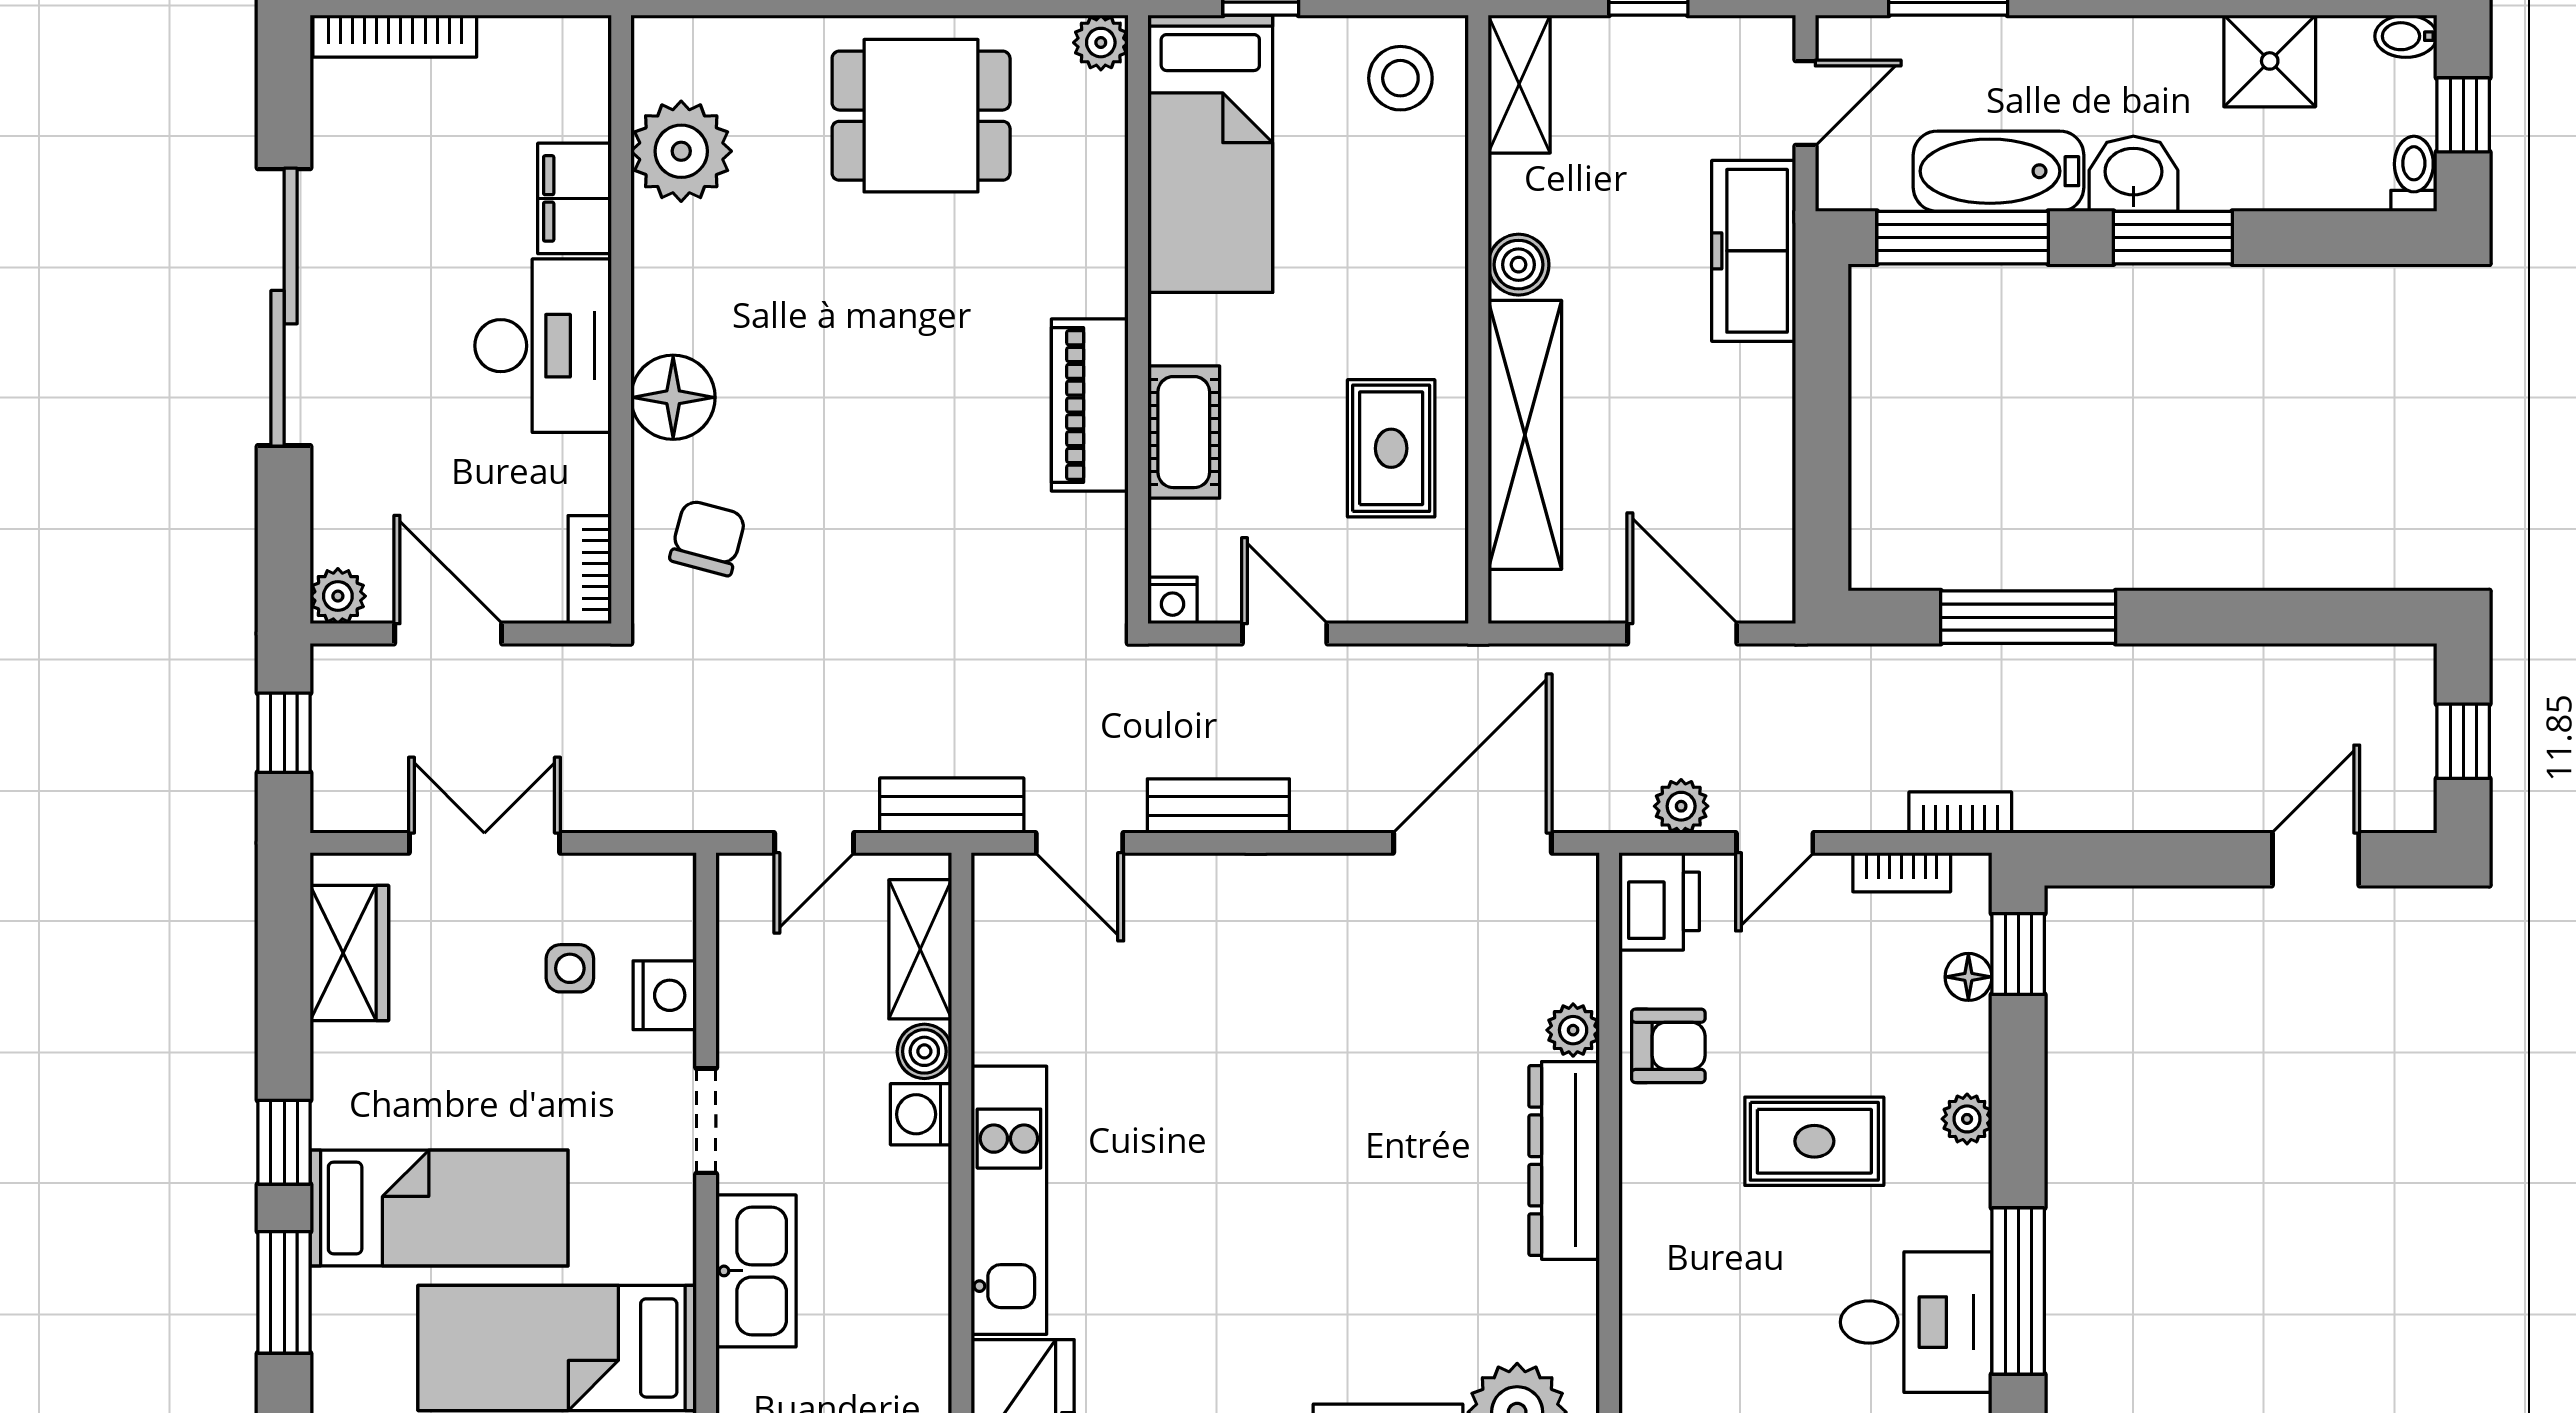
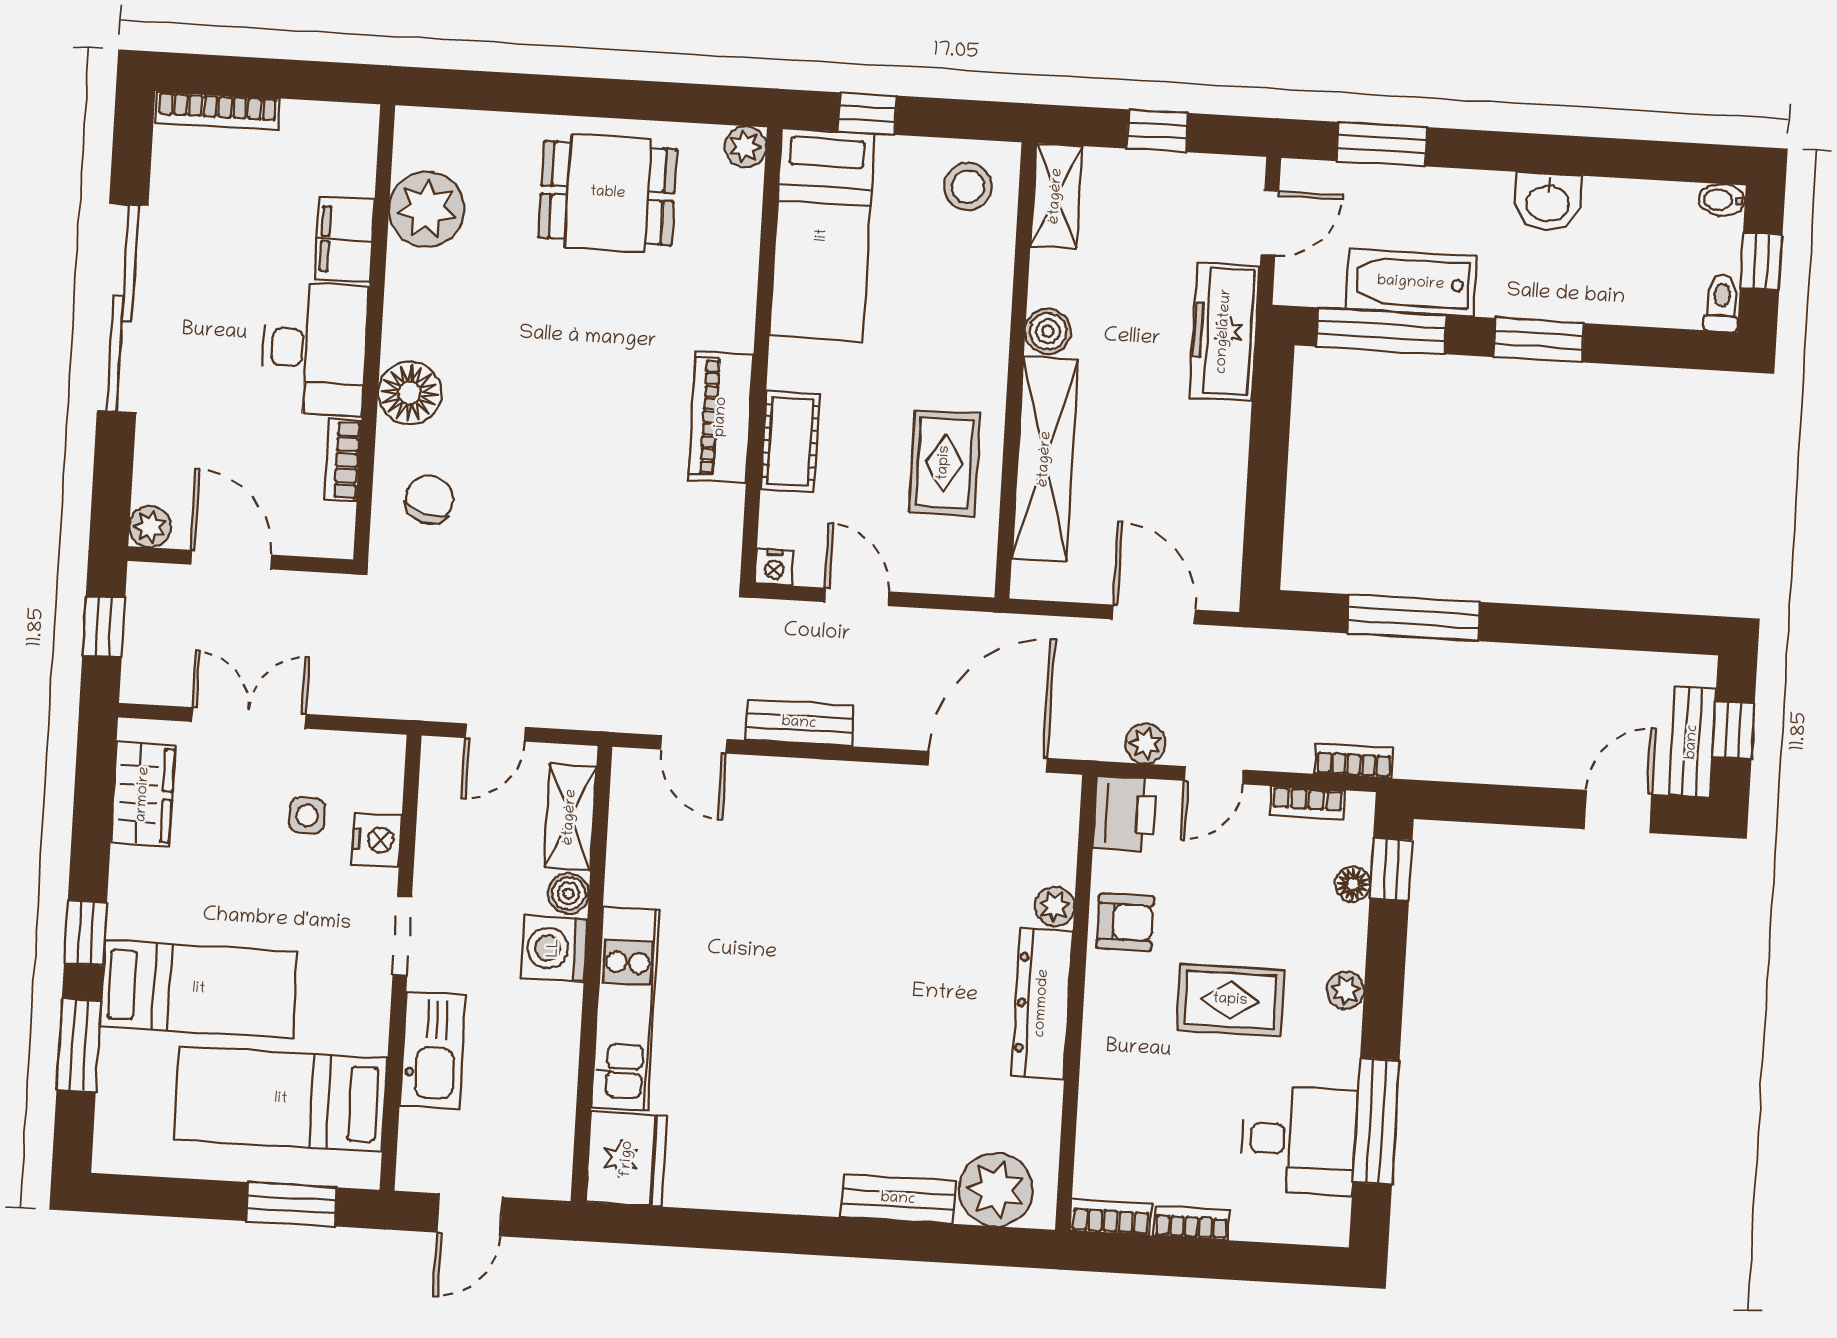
shower: (2270, 61) -> (1619, 212), removed
washbasin: (2133, 174) -> (1548, 202), moved, turned 180
bookcase: (590, 570) -> (343, 460), moved
bench: (952, 806) -> (1692, 742), moved, turned 90
washing machine: (921, 1114) -> (554, 948), width x1.38, depth x1.38

